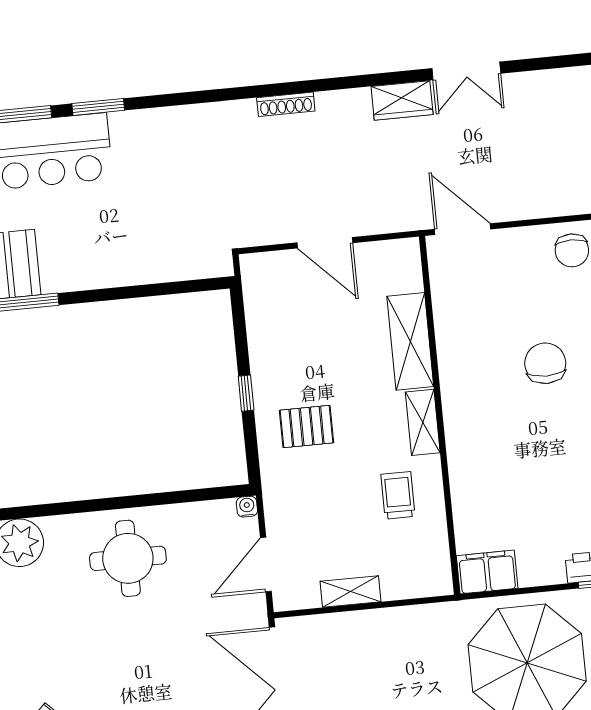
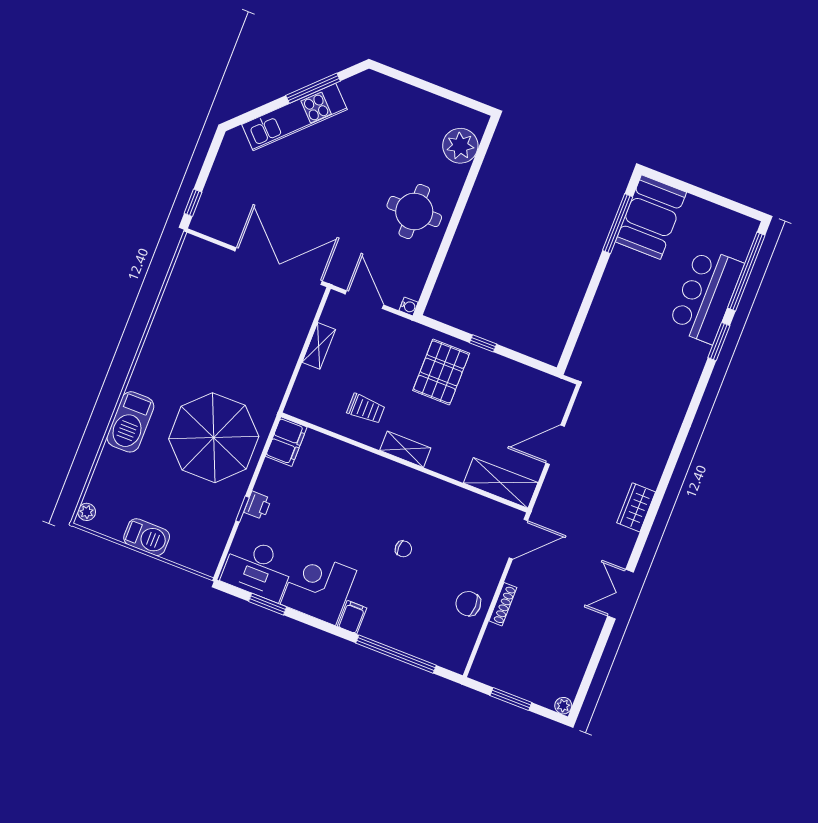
wardrobe: (402, 100) -> (636, 507), moved
shoe rack: (286, 104) -> (503, 604), moved, turned 180
shelving: (410, 341) -> (501, 483), moved
chair: (545, 363) -> (403, 549), width x0.54, depth x0.54
pallet: (307, 426) -> (441, 372), width x1.50, depth x1.42

